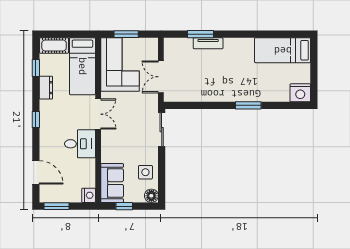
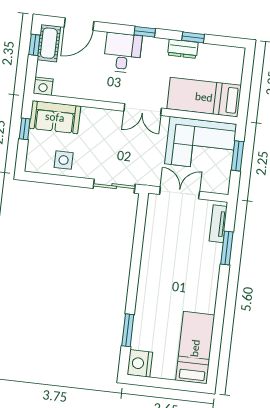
tv unit: (208, 43) -> (218, 224), moved
cot: (54, 46) -> (49, 43), moved
window: (36, 68) -> (193, 37), moved
window: (248, 105) -> (128, 330), moved
desk: (80, 144) -> (123, 53), moved, turned 180
floor lamp: (151, 196) -> (34, 164), removed
window: (57, 206) -> (34, 45), width x0.67

